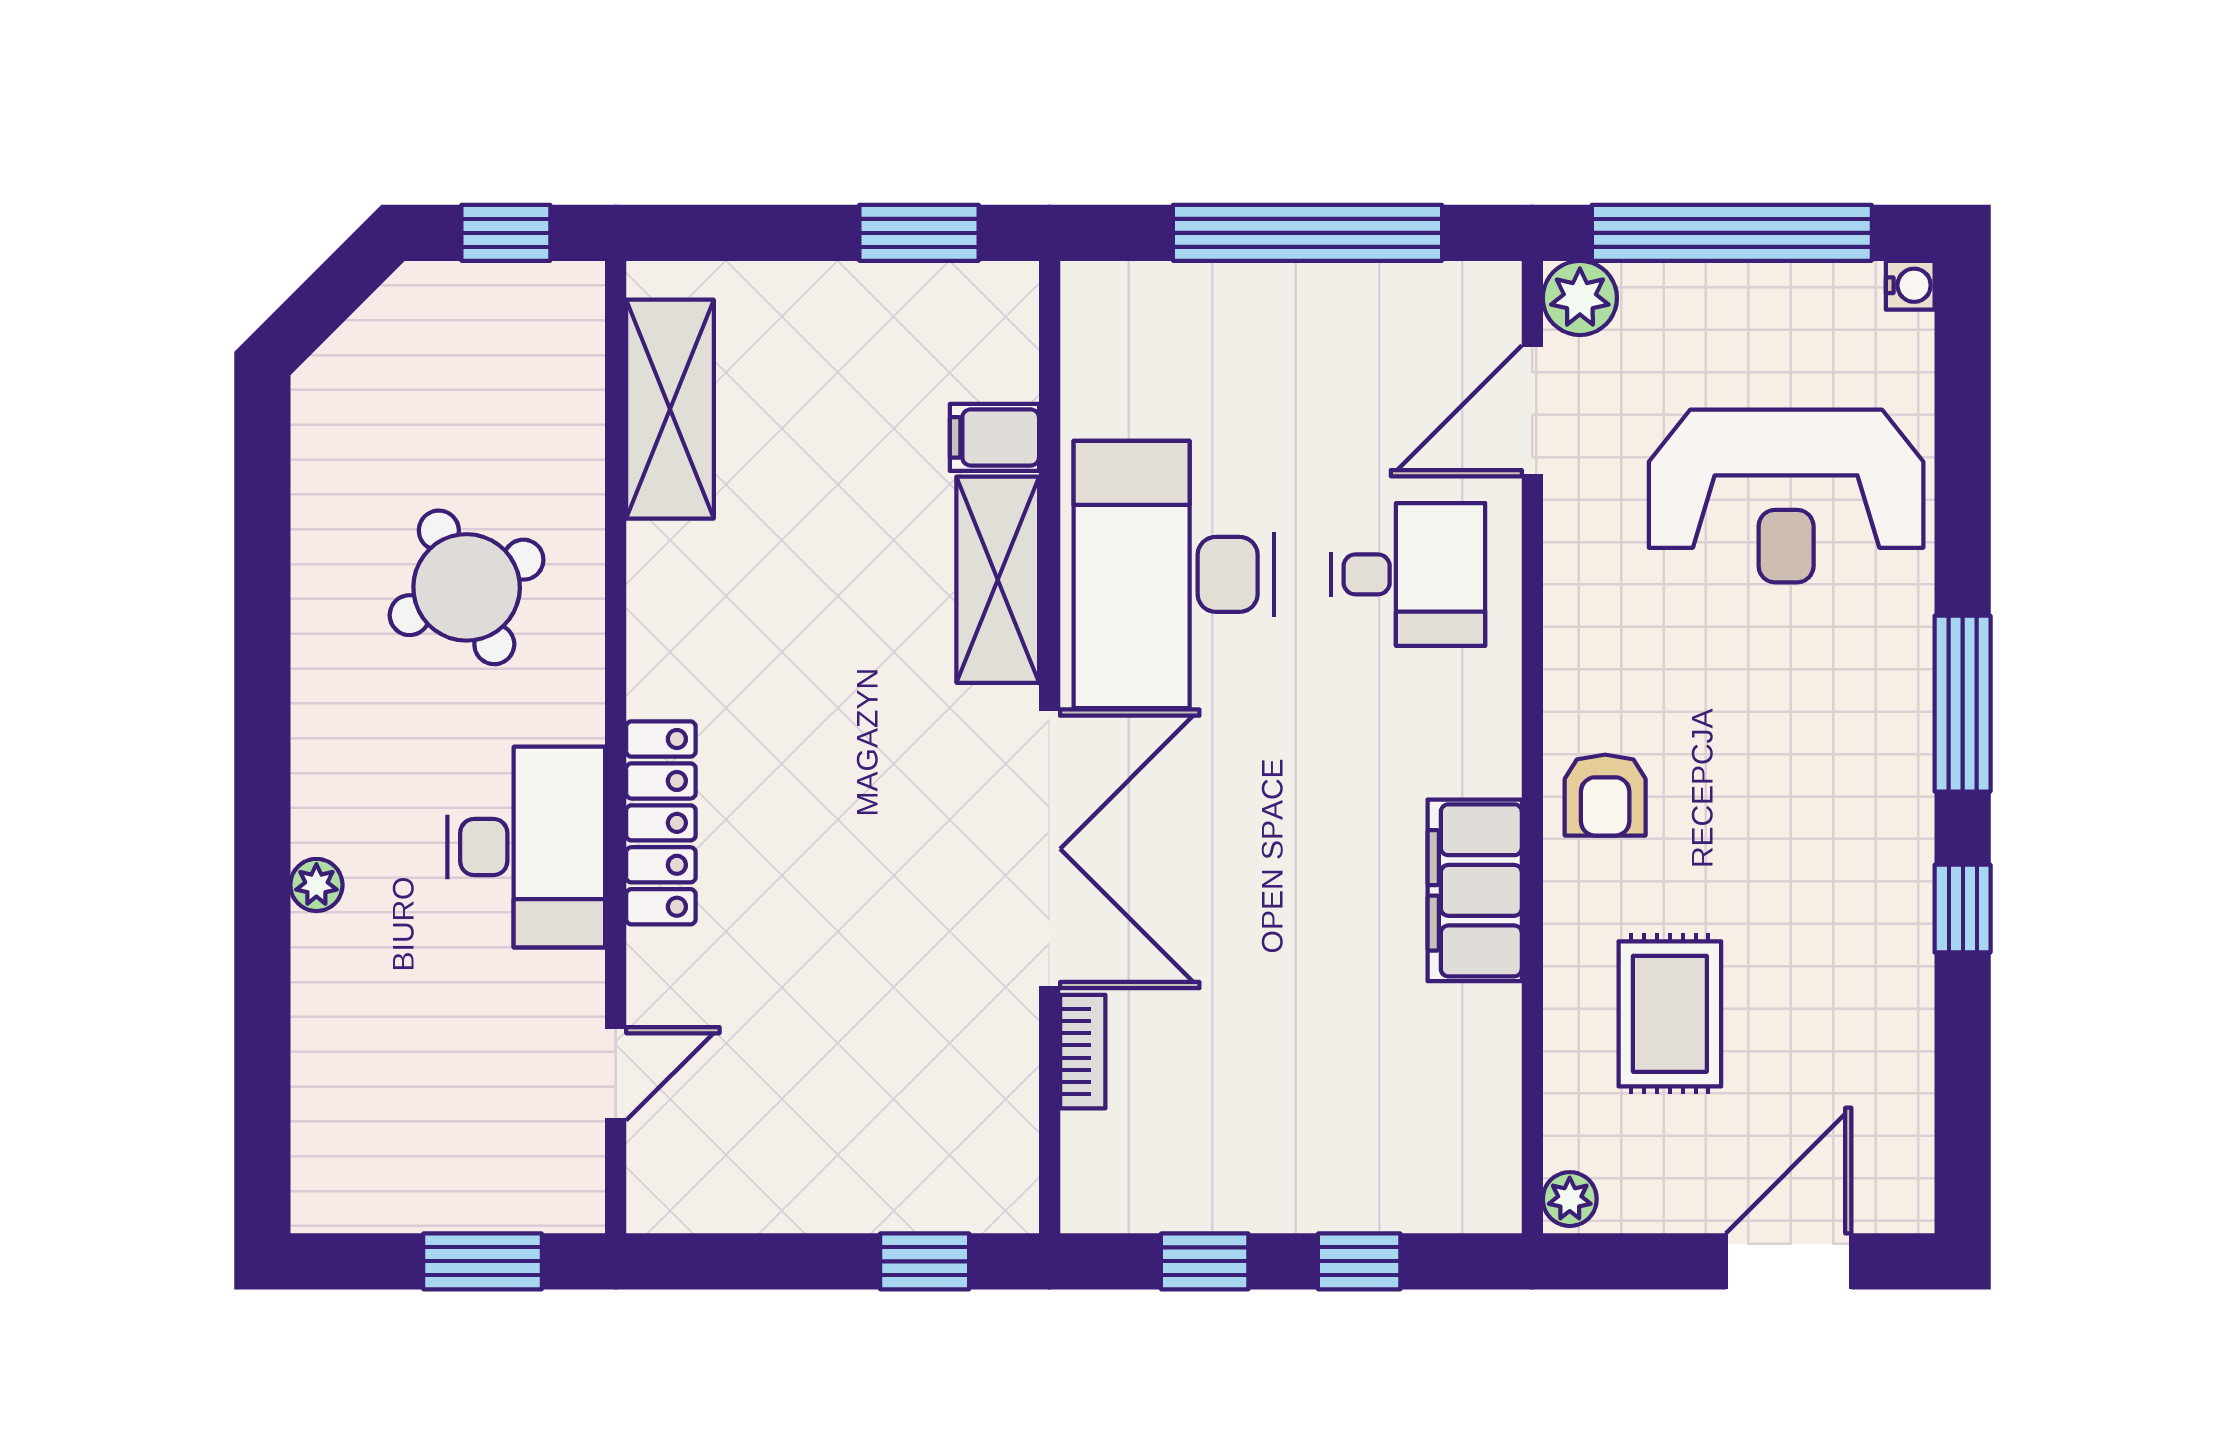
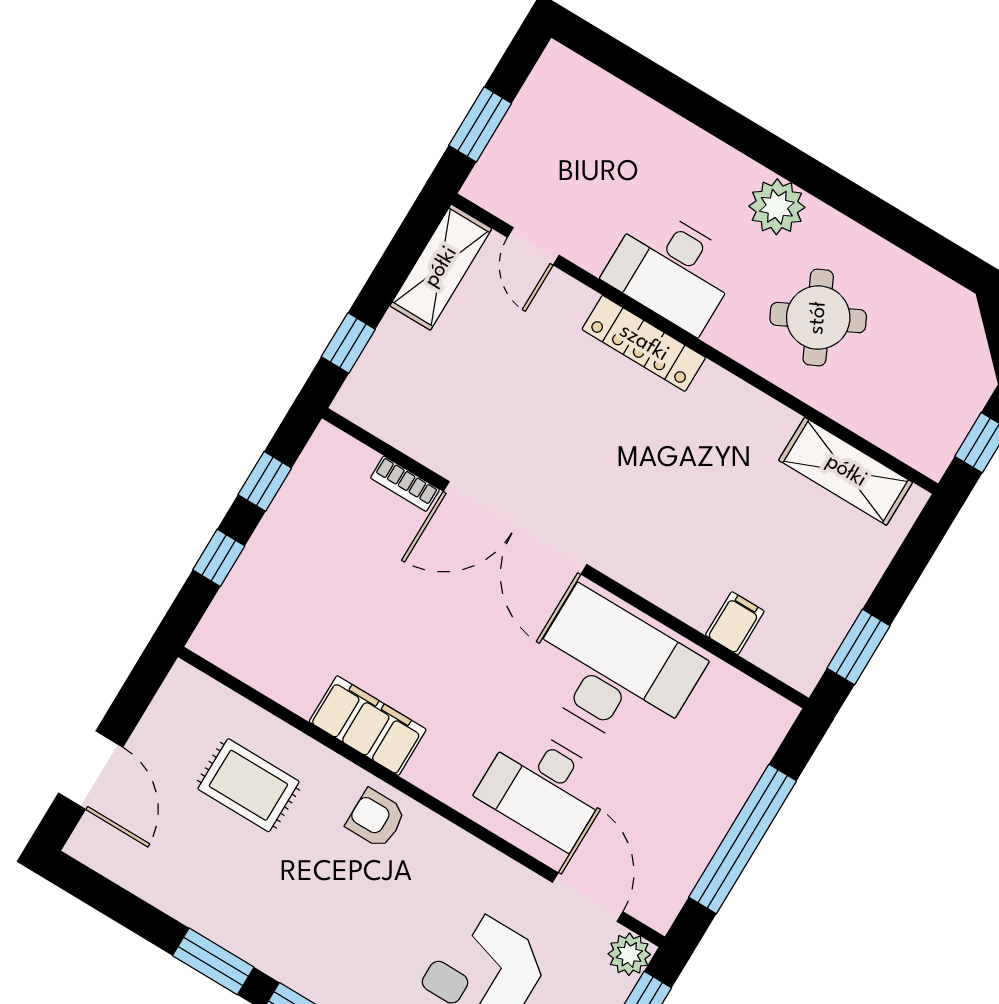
desk: (1408, 574) -> (544, 787), width x1.37
shelving: (998, 580) -> (441, 267), moved, turned 90
plant: (316, 885) -> (777, 207), moved, width x1.87, depth x1.87
window: (1963, 909) -> (213, 961), width x1.50
plant: (1570, 1199) -> (187, 681), removed

